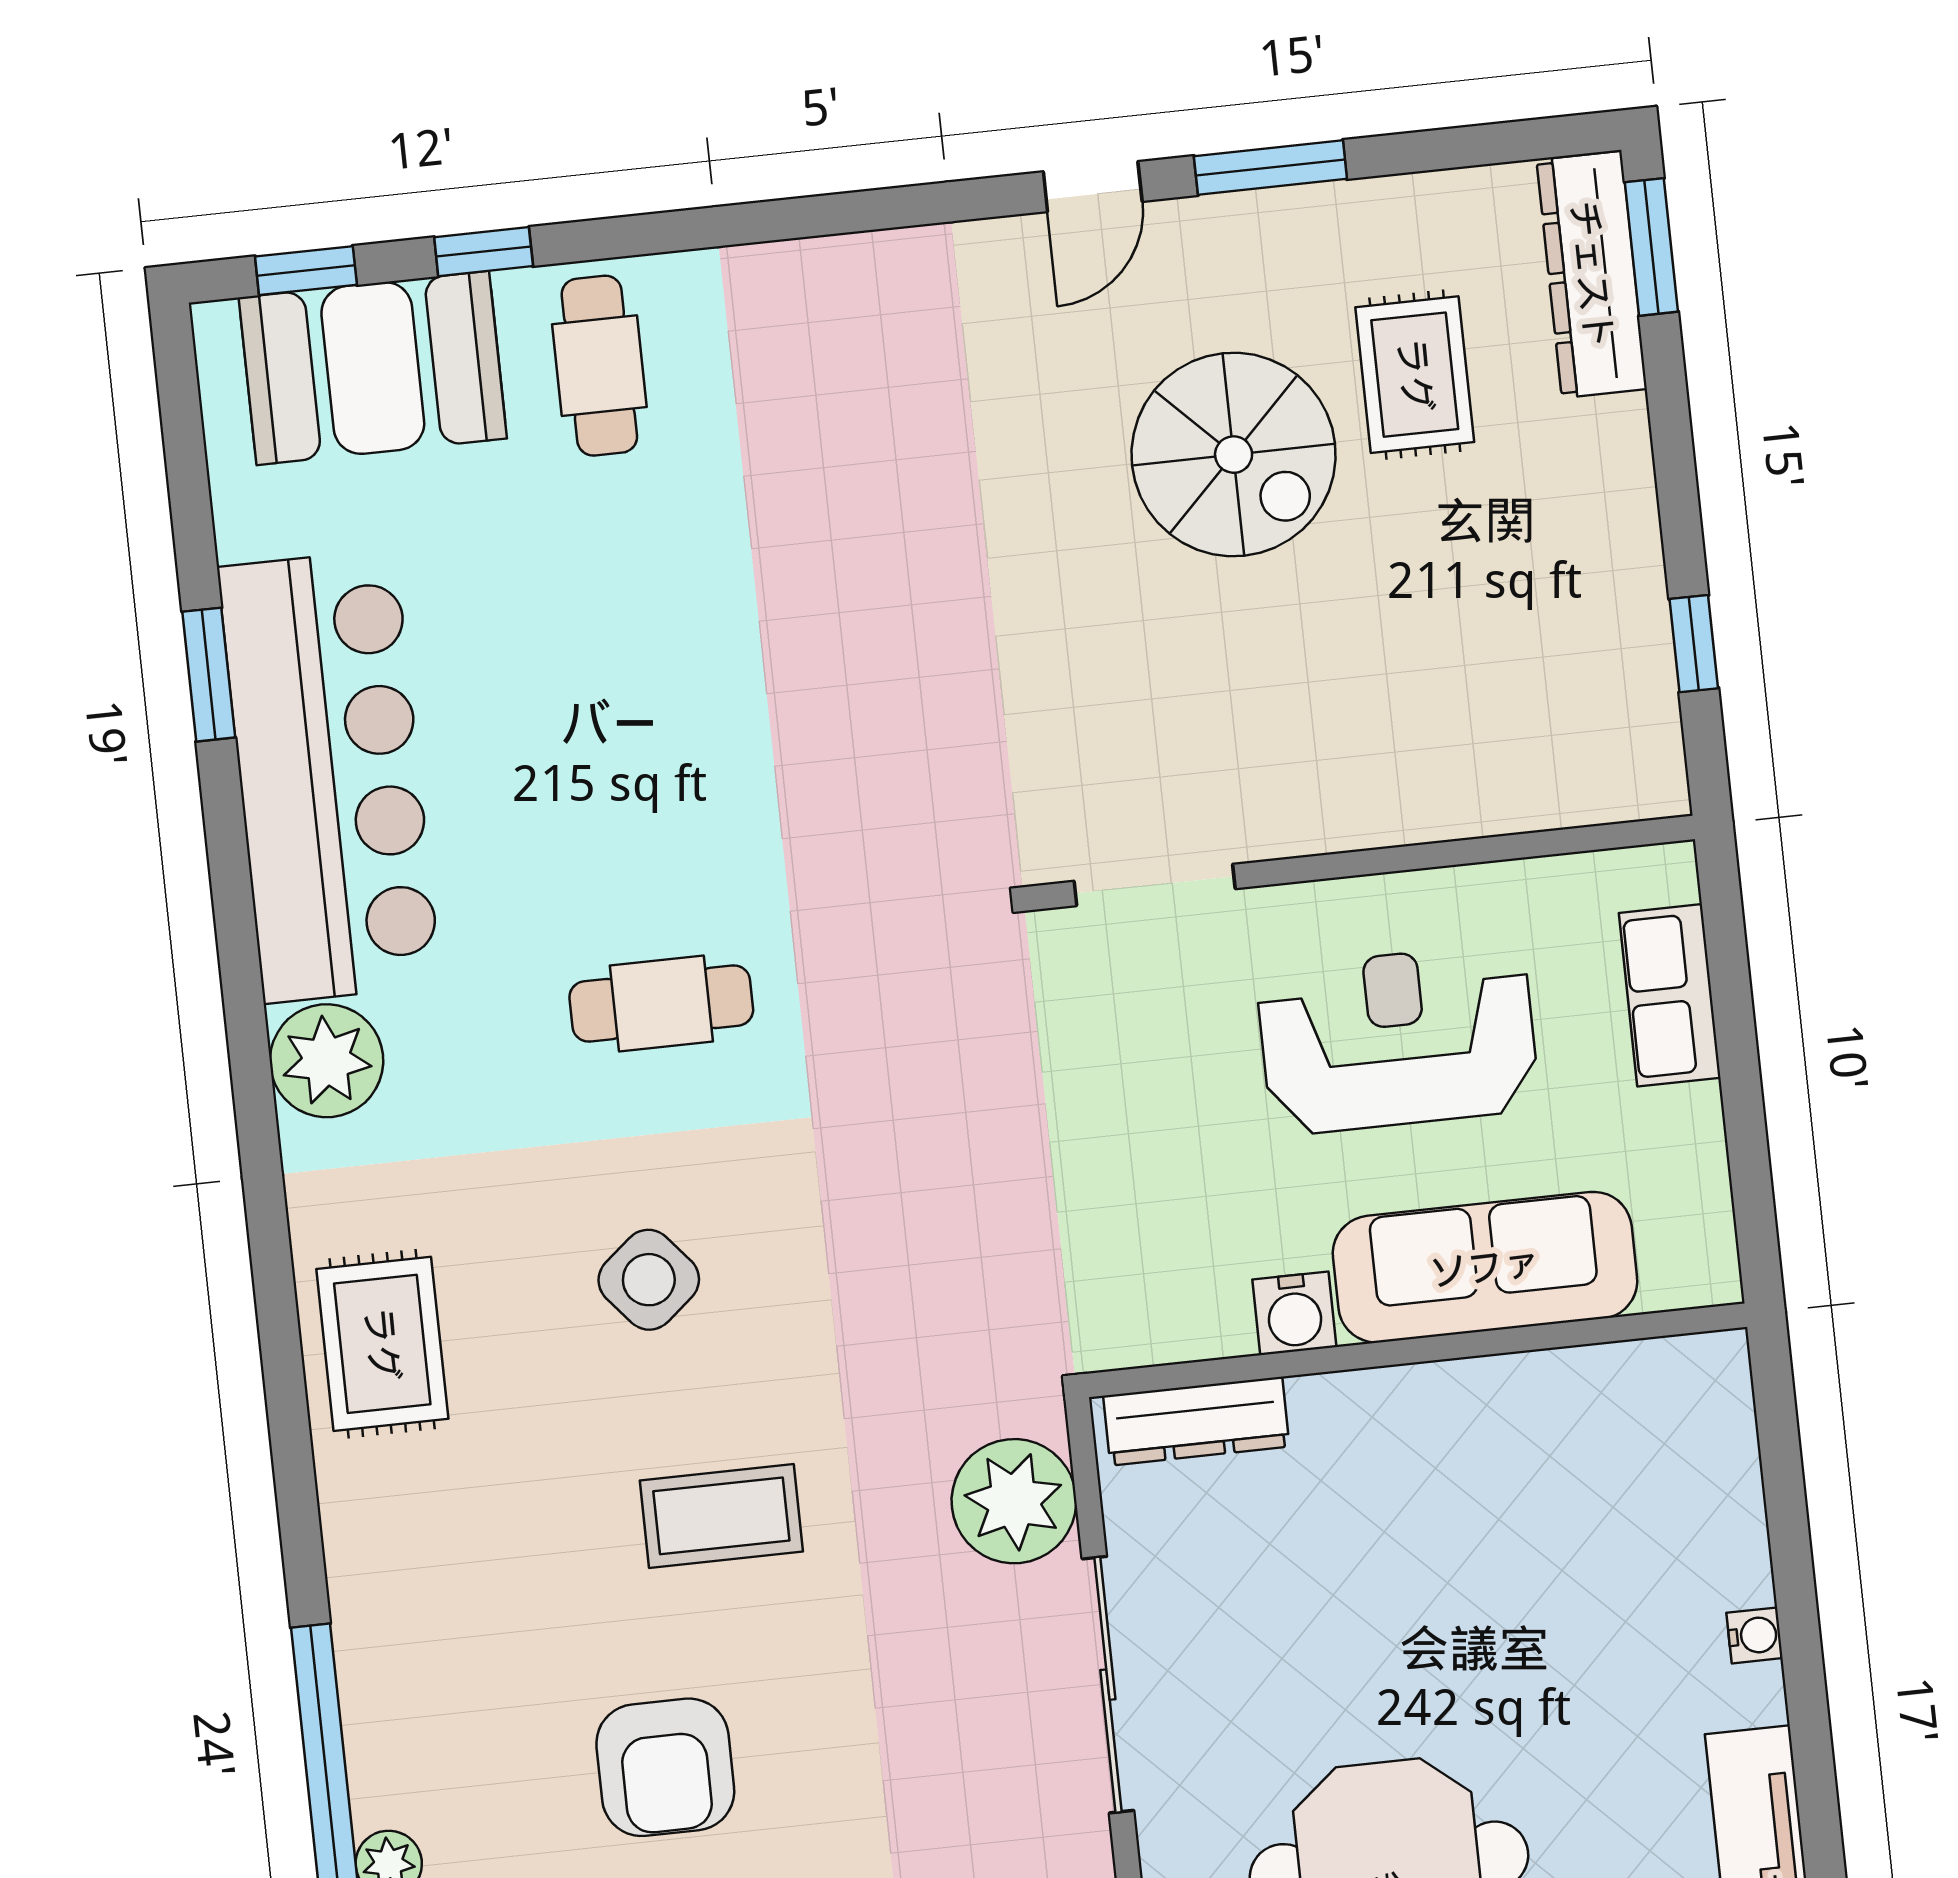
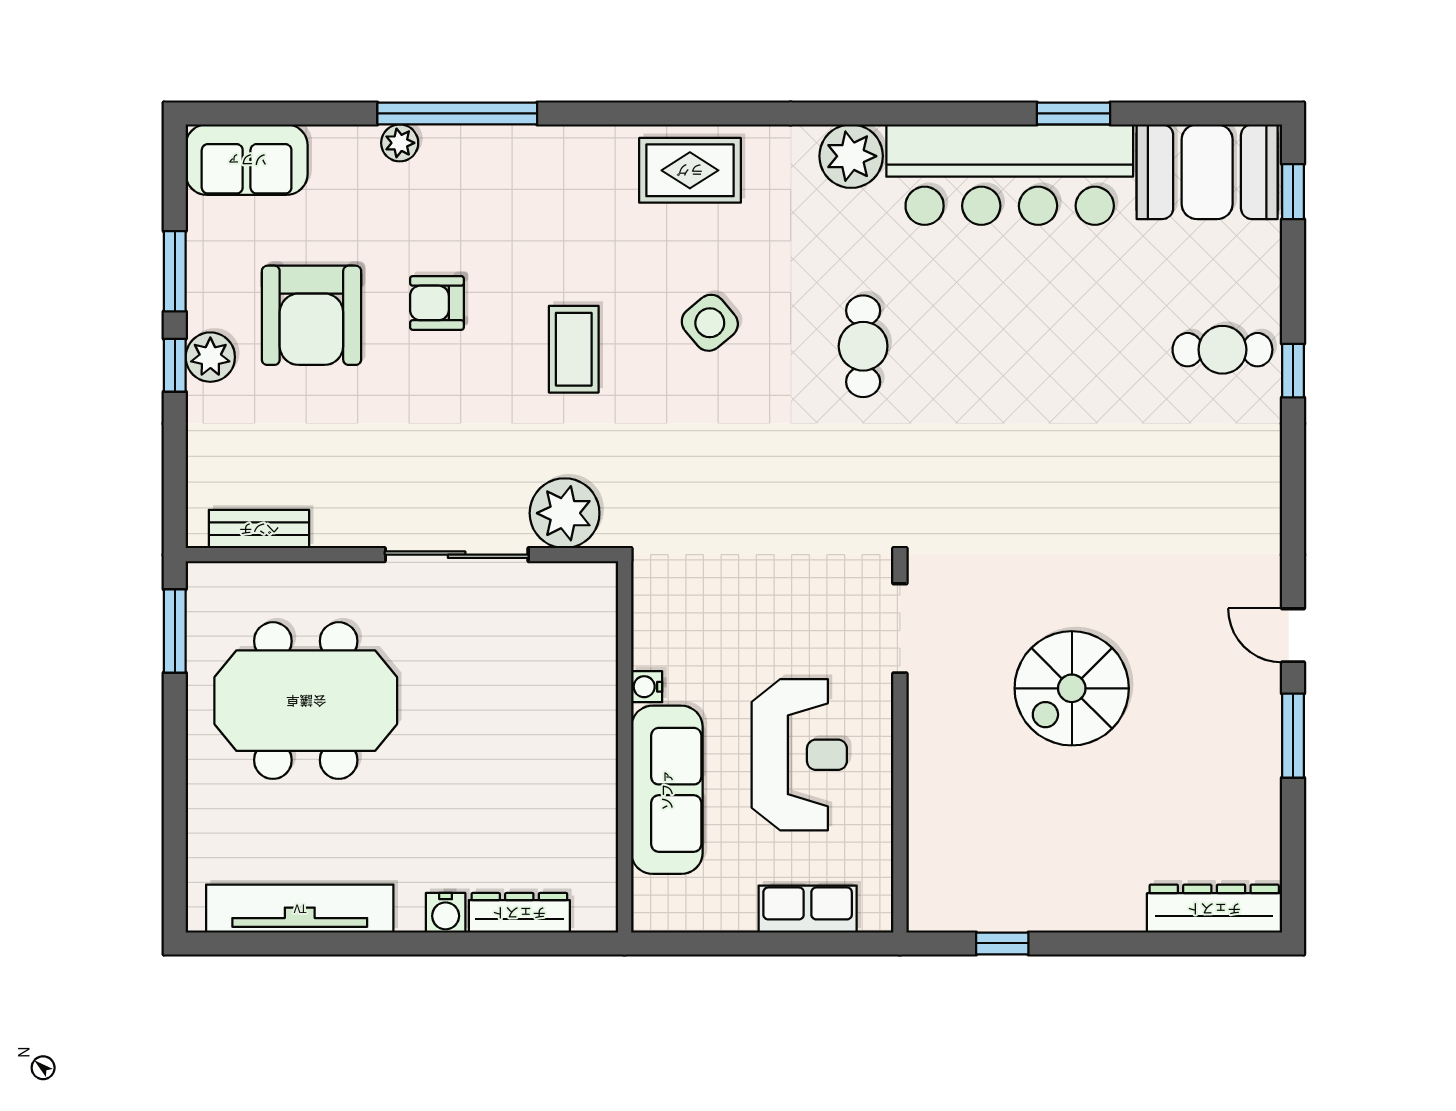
window: (1651, 247) -> (1226, 943), removed
window: (484, 252) -> (1293, 371), moved
booth: (373, 368) -> (1207, 172), moved, turned 90
rug: (1415, 375) -> (1169, 804), removed
spiral stairs: (1234, 455) -> (1072, 688), moved
water cooler: (1294, 1313) -> (647, 687), width x0.72, depth x0.72
dresser: (1196, 1421) -> (519, 913), moved, turned 90
water cooler: (1755, 1635) -> (446, 913), width x1.38, depth x1.38
armchair: (665, 1767) -> (437, 303), width x0.72, depth x0.72

